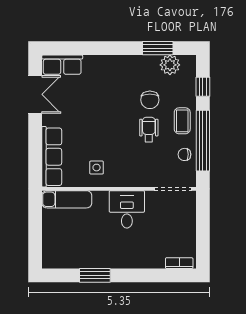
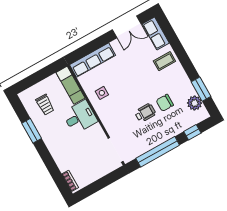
coffee table: (182, 121) -> (164, 61), moved
chair: (184, 154) -> (142, 145), removed
desk: (127, 209) -> (80, 117), moved
trolley: (73, 242) -> (45, 105), added

